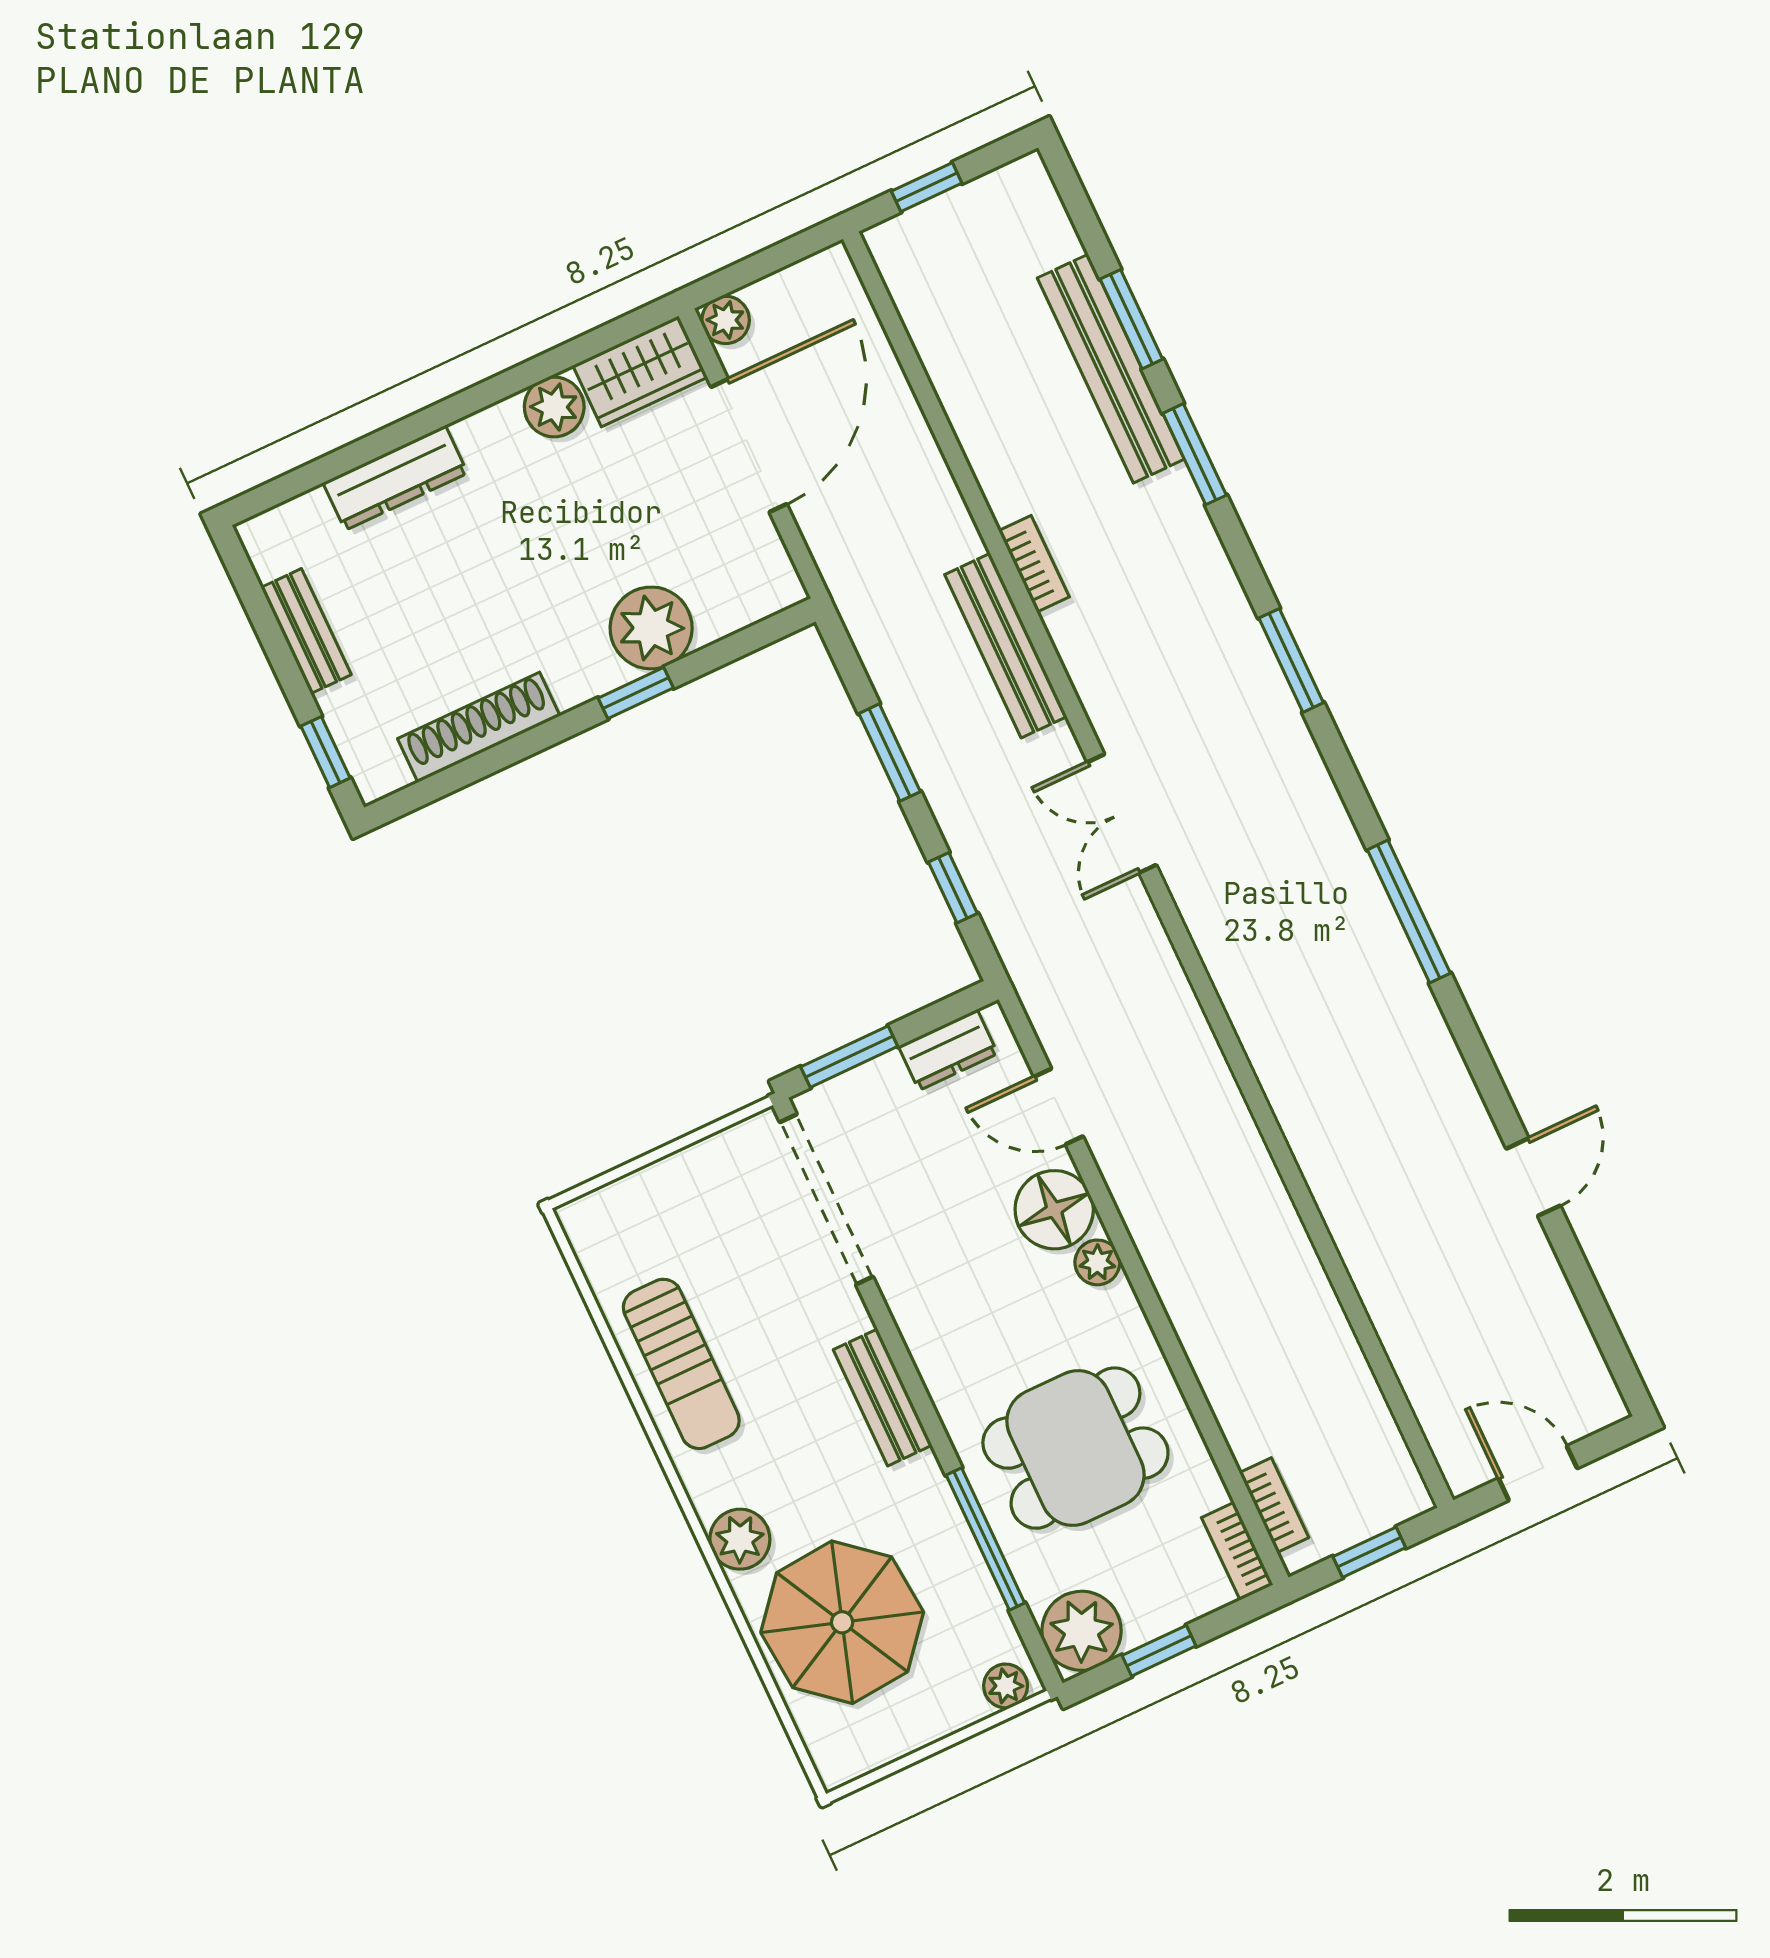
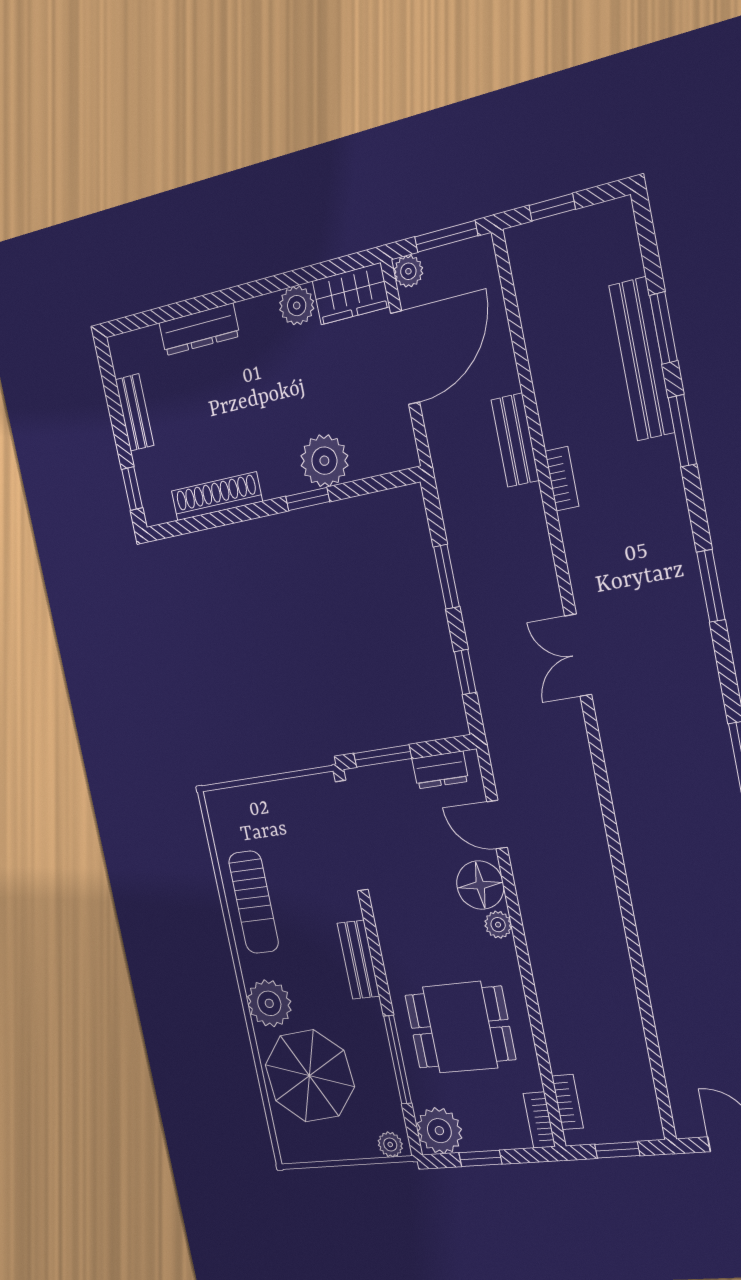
window: (774, 259) -> (446, 236), added
bench: (1006, 646) -> (515, 440), moved, width x0.73
plant: (740, 1539) -> (269, 1003), width x1.36, depth x1.36

